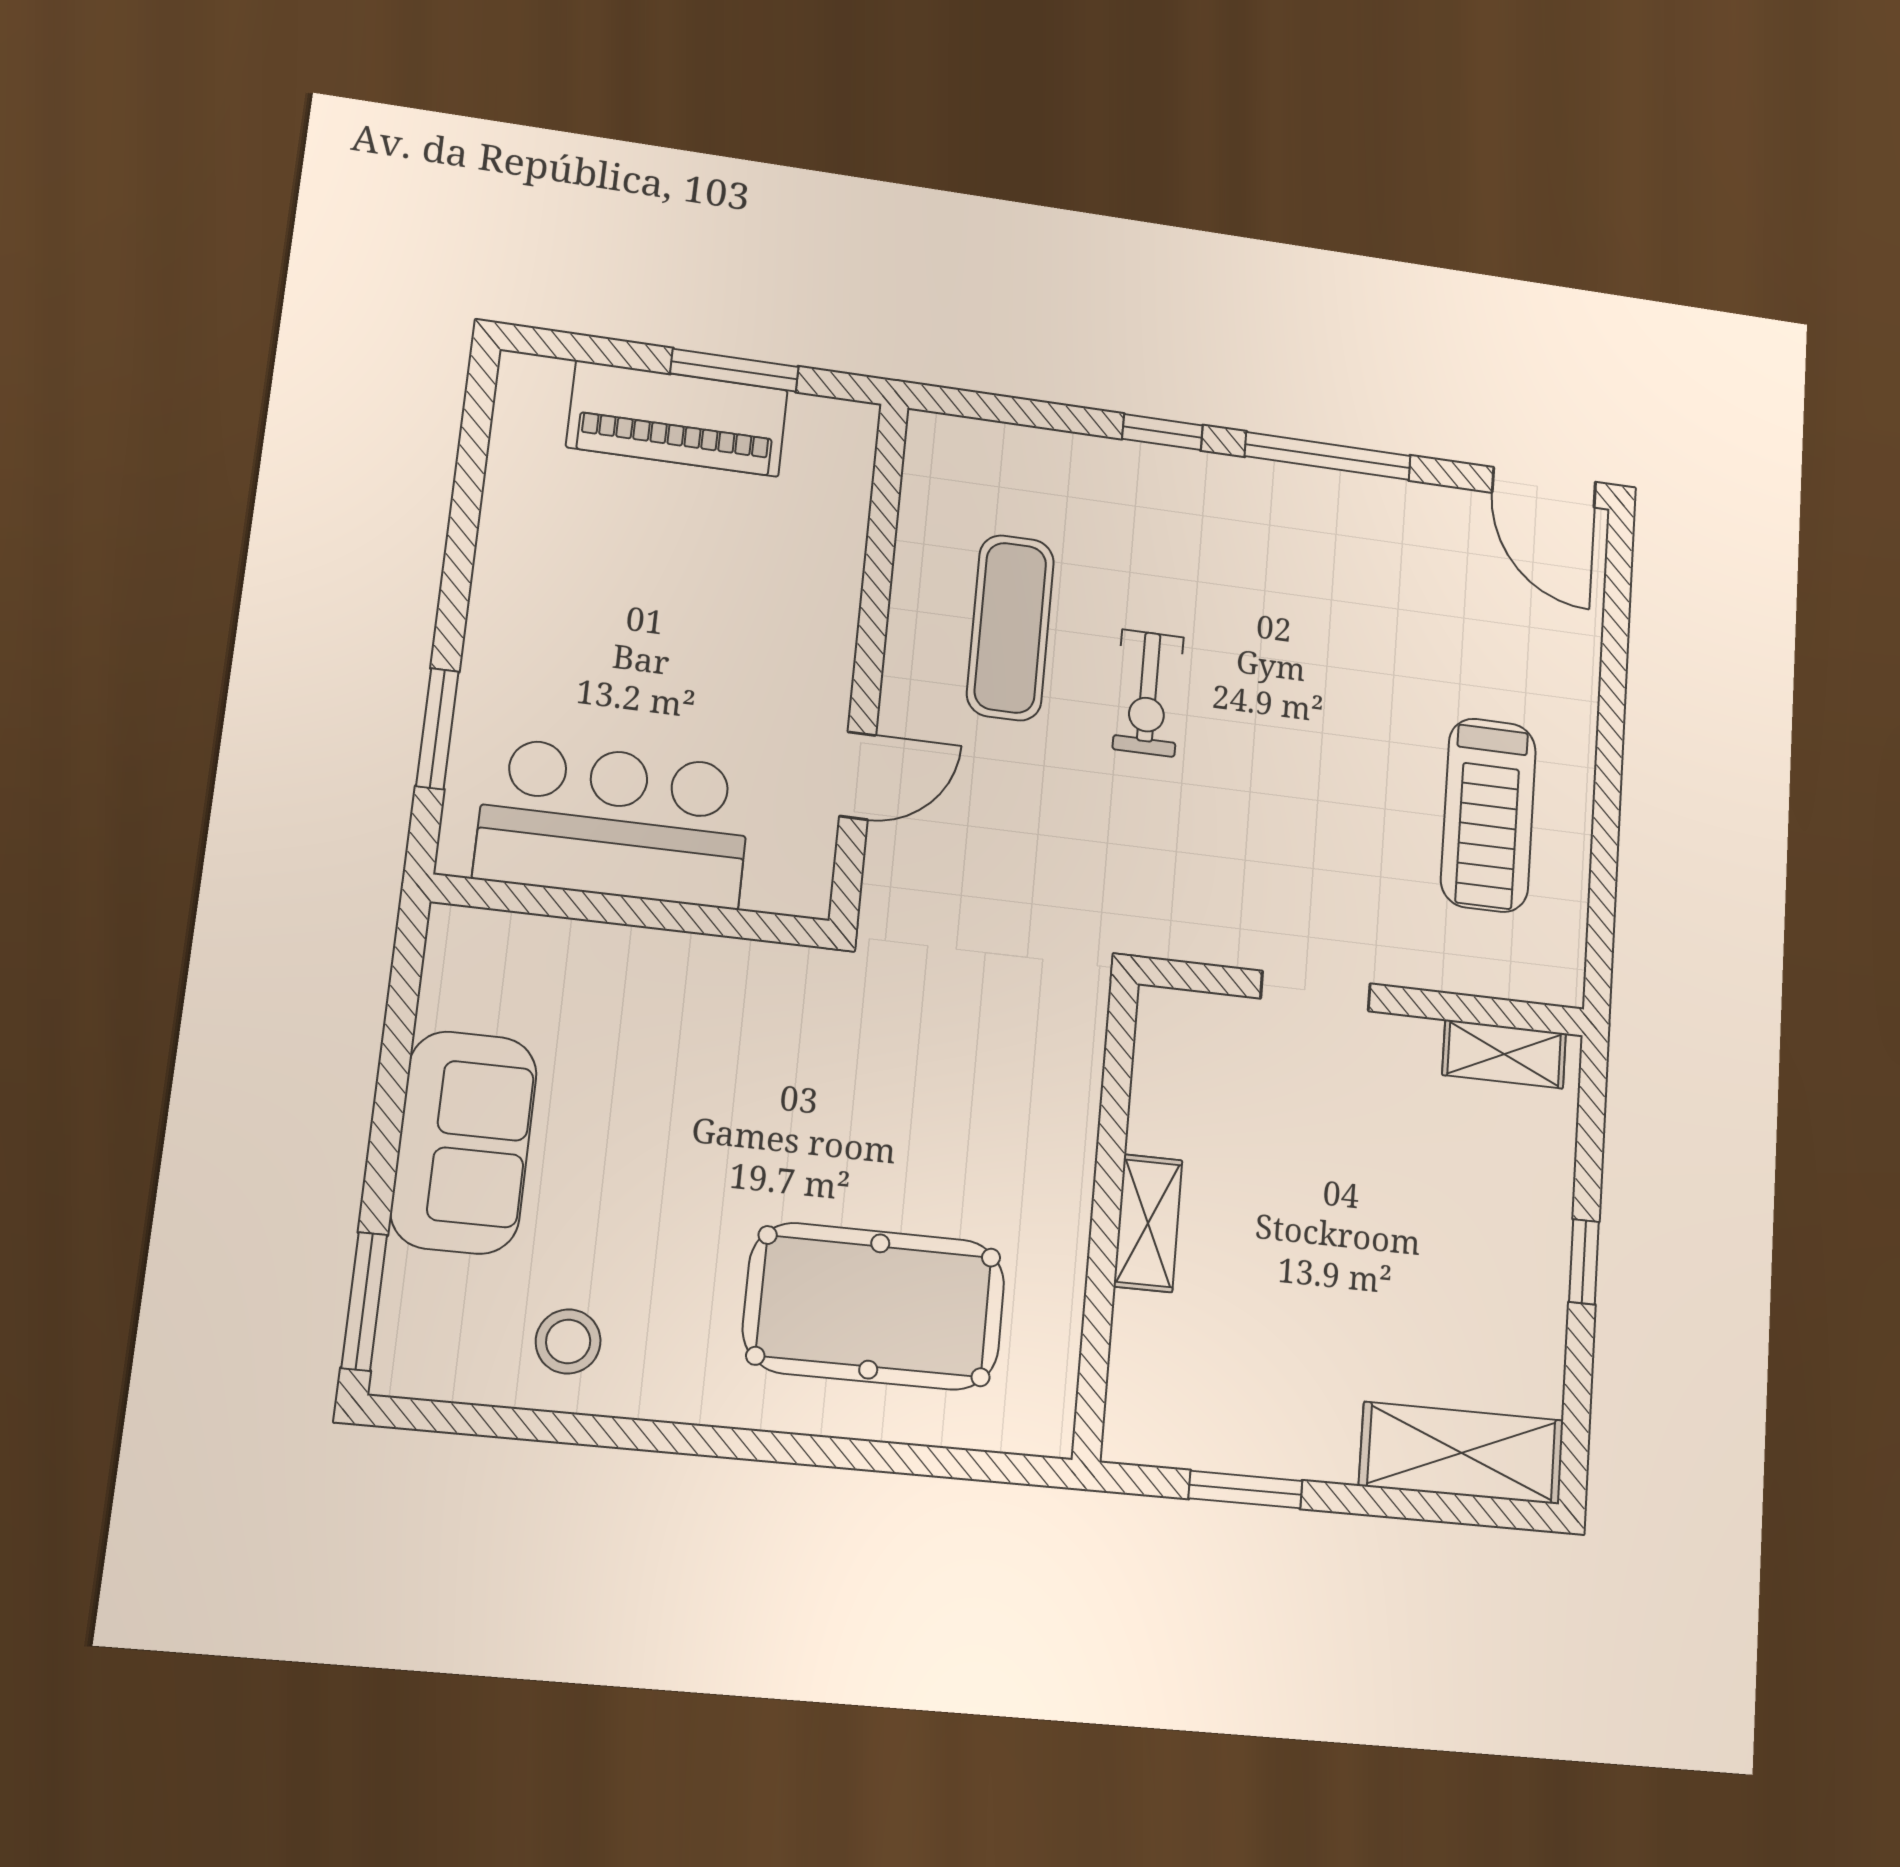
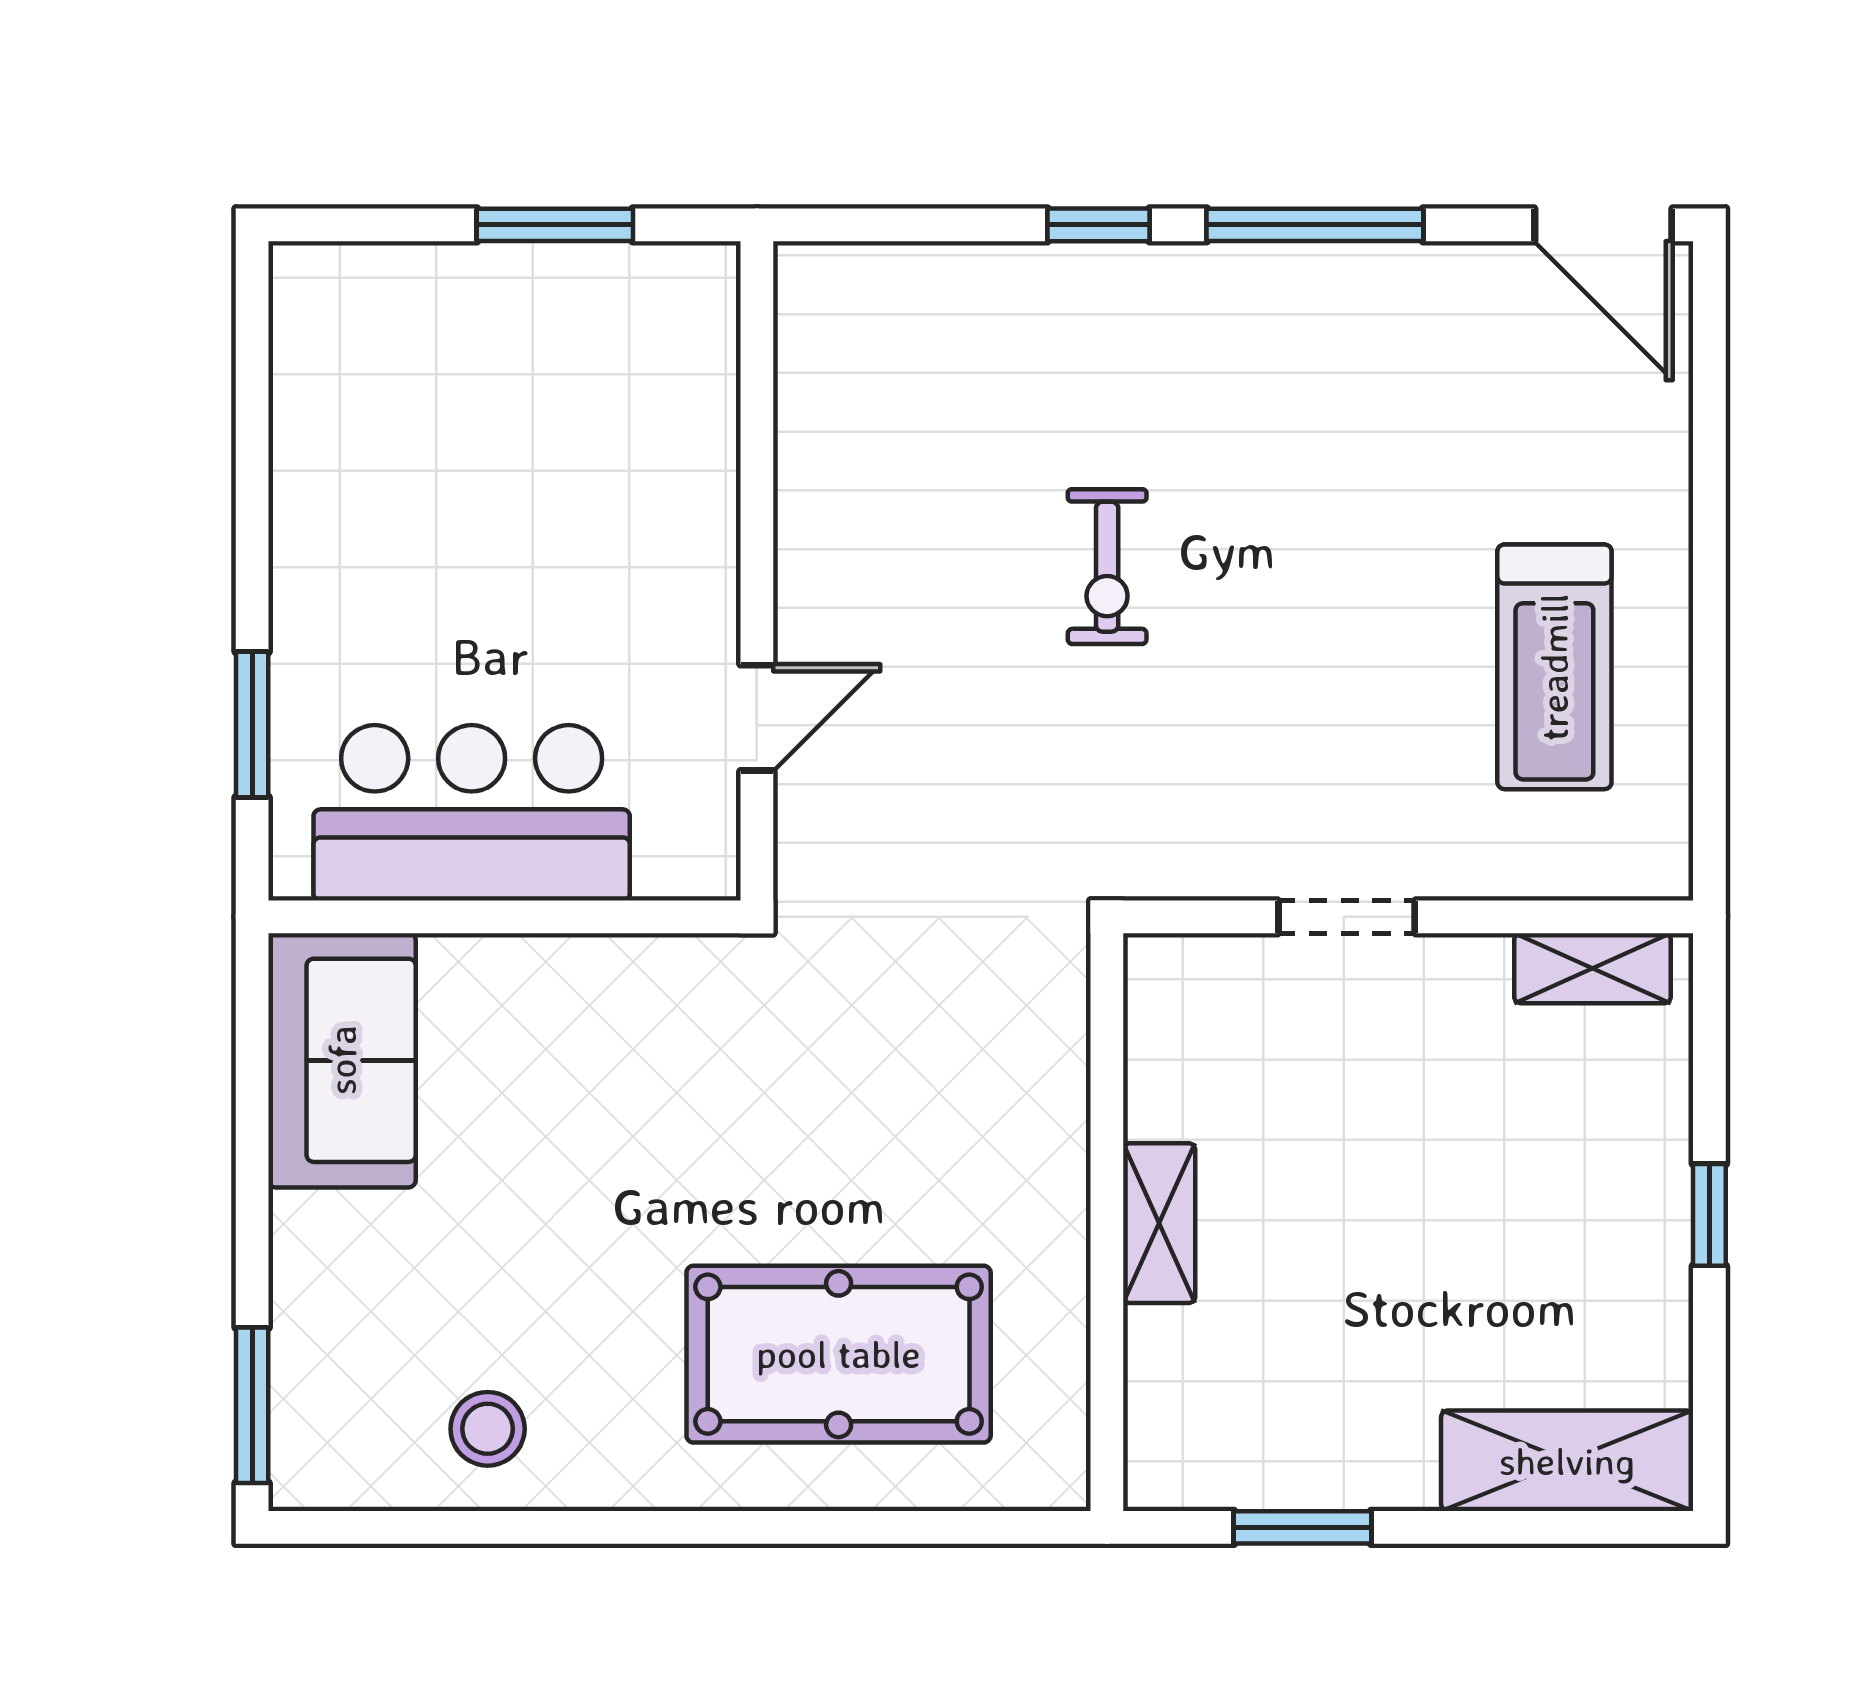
piano: (677, 419) -> (492, 298), removed
exercise mat: (1010, 628) -> (927, 506), removed
sofa: (464, 1142) -> (342, 1060), moved

